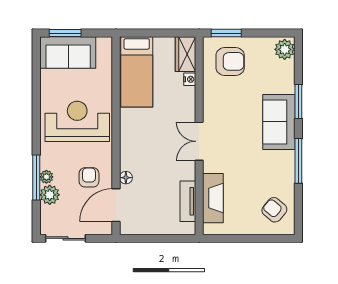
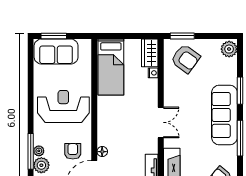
armchair: (230, 61) -> (185, 59), turned 36
sofa: (279, 122) -> (224, 115), width x1.36
double door: (199, 141) -> (161, 122), swing flipped

